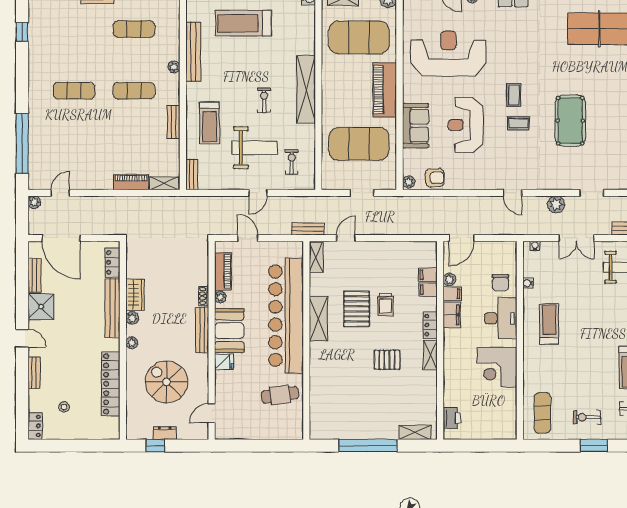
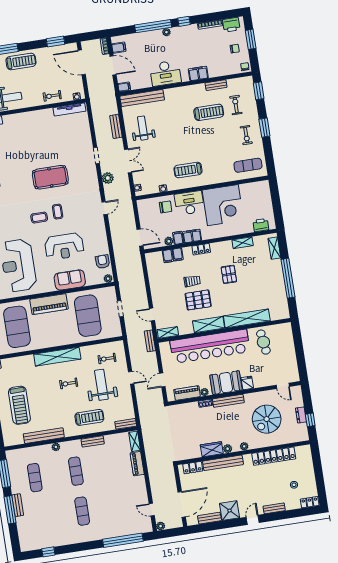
shelving: (430, 355) -> (243, 243), moved
corner desk: (497, 367) -> (223, 205), width x1.36, depth x1.36
shelving: (318, 376) -> (247, 318), added

